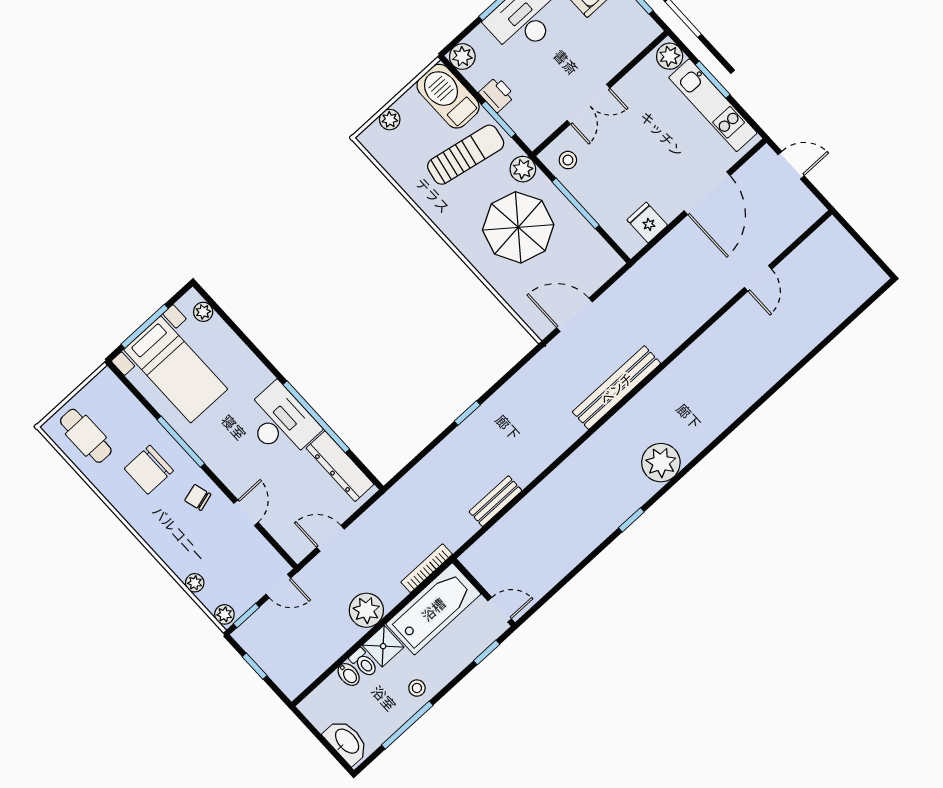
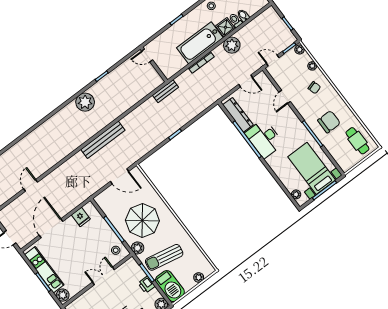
chair: (198, 497) -> (314, 88), moved
wall: (484, 592) -> (154, 64), moved
door: (500, 610) -> (147, 55), moved

